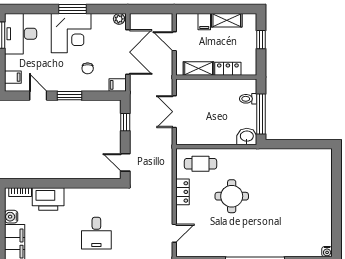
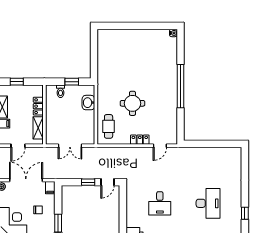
window: (261, 114) -> (72, 82), width x0.46
window: (125, 122) -> (88, 182), moved
washbasin: (247, 137) -> (88, 103), moved
locker: (183, 192) -> (140, 140), moved
desk: (96, 233) -> (160, 203), turned 90
door: (174, 233) -> (160, 146), swing flipped

